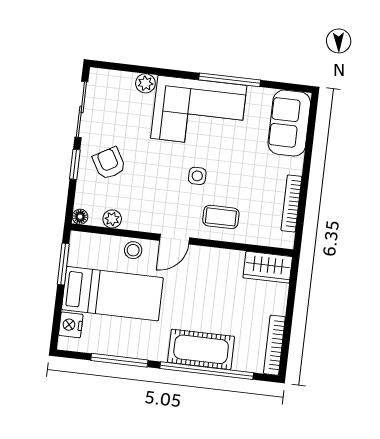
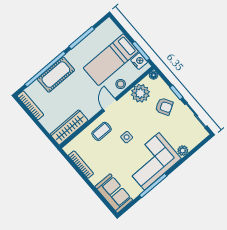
plant: (112, 219) -> (140, 93), width x1.87, depth x1.87
wardrobe: (268, 267) -> (69, 127), width x1.50
nightstand: (71, 325) -> (139, 61), moved

